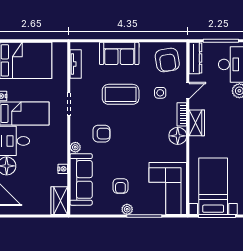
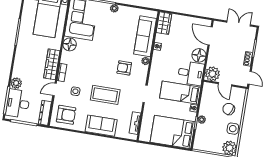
armchair: (167, 60) -> (66, 115), turned 99
wardrobe: (197, 123) -> (52, 64), width x1.50
floor lamp: (178, 136) -> (70, 44), moved
armchair: (120, 186) -> (116, 26), removed

